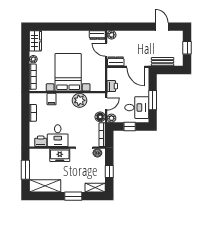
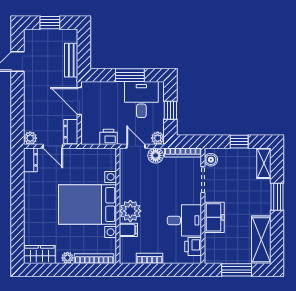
door: (106, 50) -> (53, 146), hinge flipped
door: (136, 67) -> (79, 101), swing flipped
plant: (79, 100) -> (130, 211), moved

